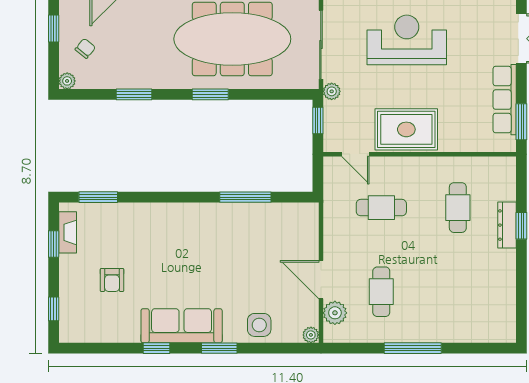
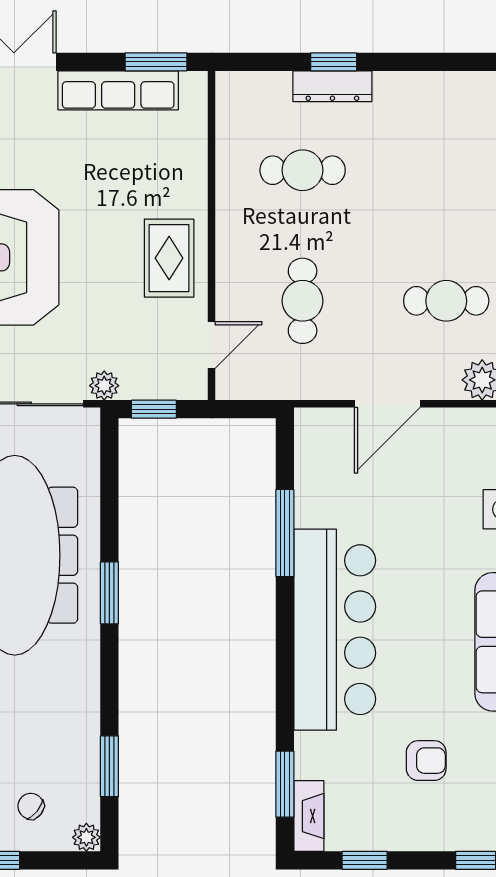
window: (134, 94) -> (109, 766), moved
rug: (406, 129) -> (169, 258), width x0.73, depth x0.70
bar counter: (189, 226) -> (335, 630), added
fireplace: (68, 232) -> (309, 816), moved, turned 90
door: (321, 280) -> (387, 404), moved

